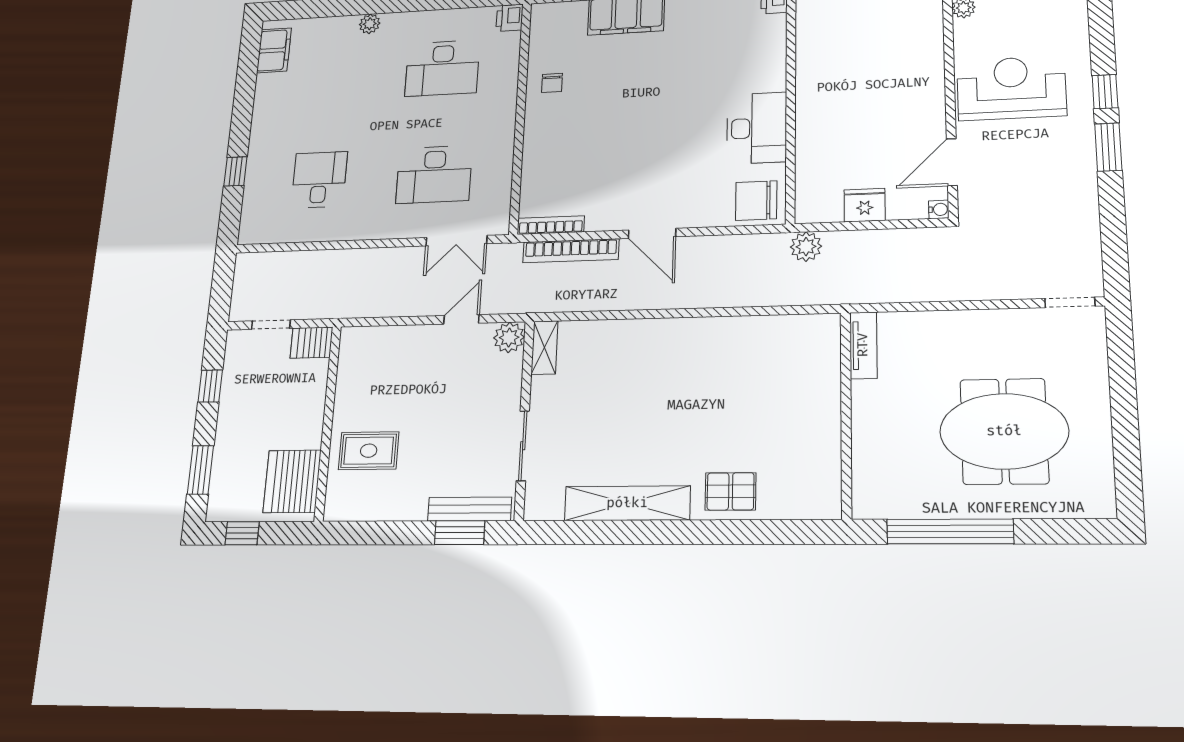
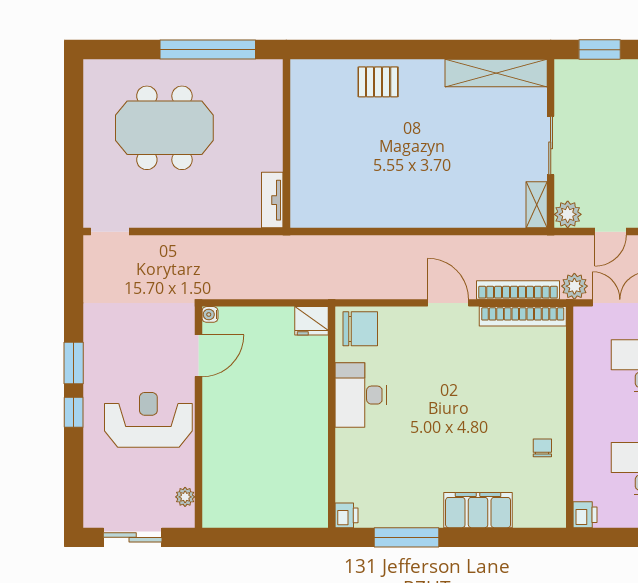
reception desk: (1011, 88) -> (148, 420), turned 180
fridge: (865, 205) -> (311, 321), moved
bookcase: (551, 225) -> (523, 316), width x1.48, depth x1.31
plant: (806, 247) -> (574, 286), moved
sliding door: (523, 446) -> (551, 145), moved
shelving: (627, 503) -> (496, 73), moved
bench: (470, 509) -> (592, 69), removed

